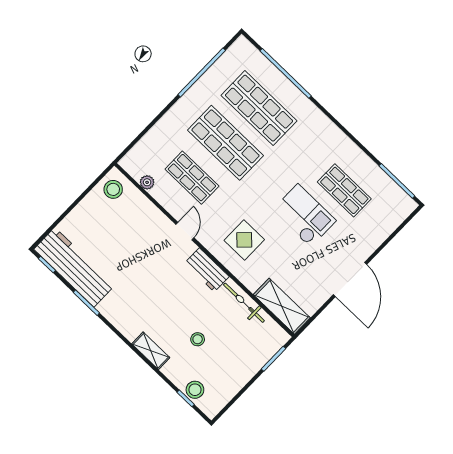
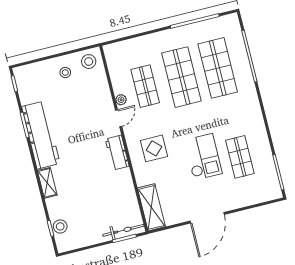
plant: (147, 182) -> (121, 100), moved
workbench: (74, 267) -> (41, 135), moved
bicycle: (244, 303) -> (123, 230), moved, turned 90
stool: (198, 339) -> (65, 72), moved

